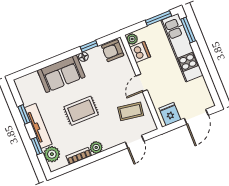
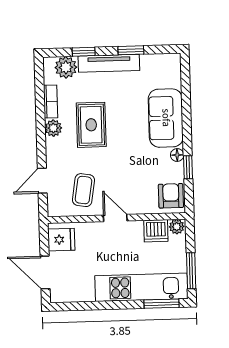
rug: (81, 111) -> (91, 125), moved
door: (135, 142) -> (42, 181), hinge flipped

